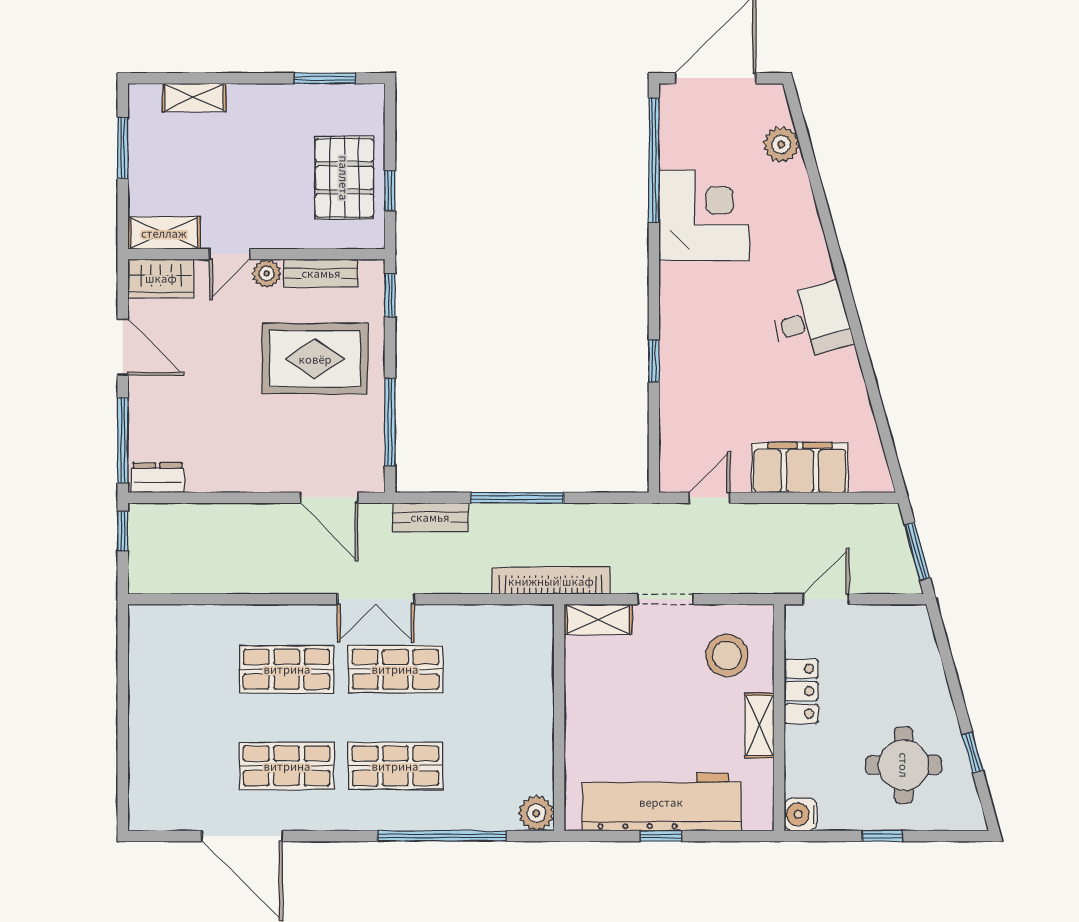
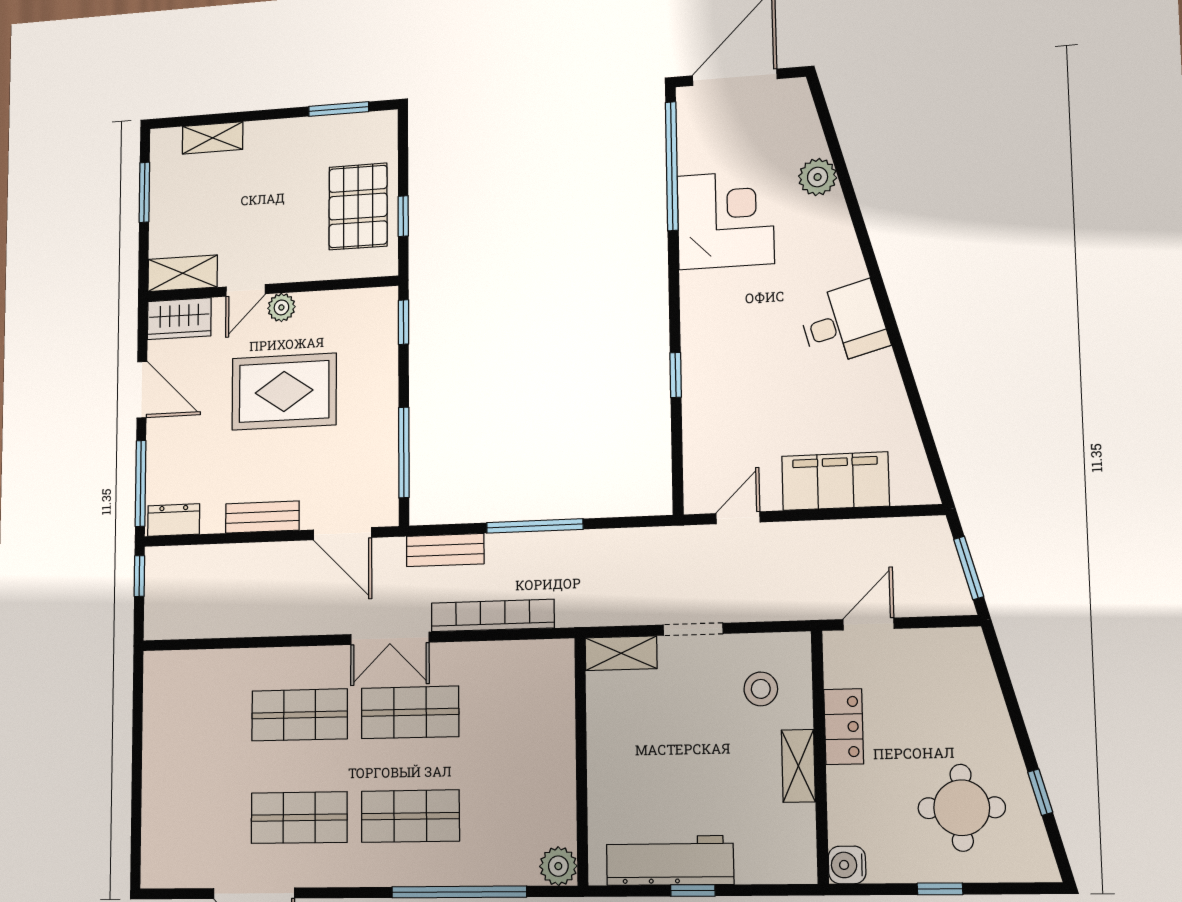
plant: (781, 144) -> (818, 177), moved
bench: (321, 273) -> (262, 517), moved
rug: (315, 359) -> (284, 392), moved
bookcase: (551, 581) -> (493, 616), moved
stool: (727, 655) -> (761, 689), width x0.73, depth x0.73
workbench: (661, 802) -> (670, 860), width x0.73, depth x0.76

